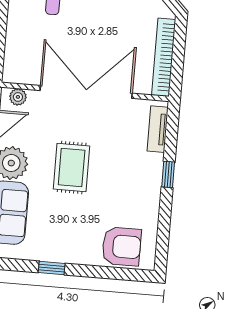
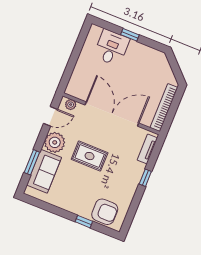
rug: (72, 167) -> (90, 156), turned 90
window: (52, 268) -> (84, 222), moved

